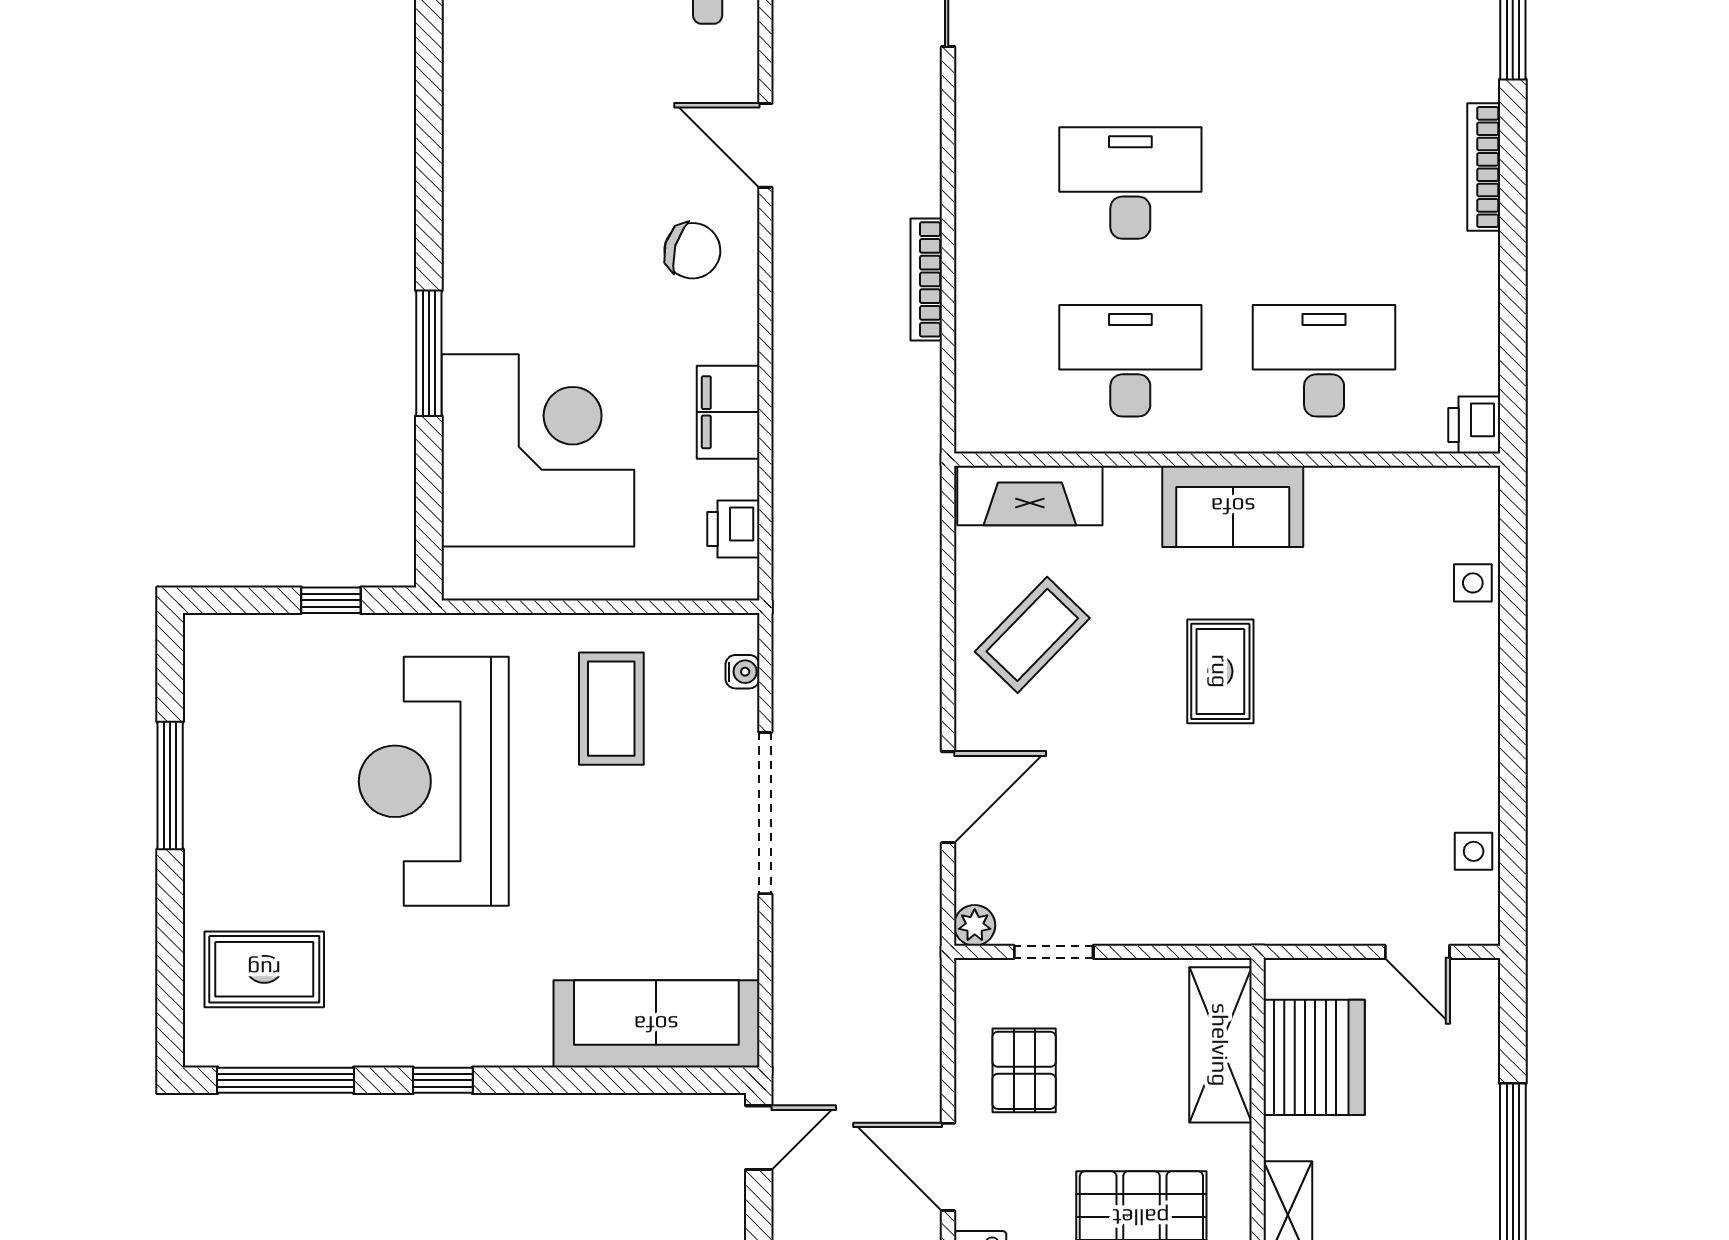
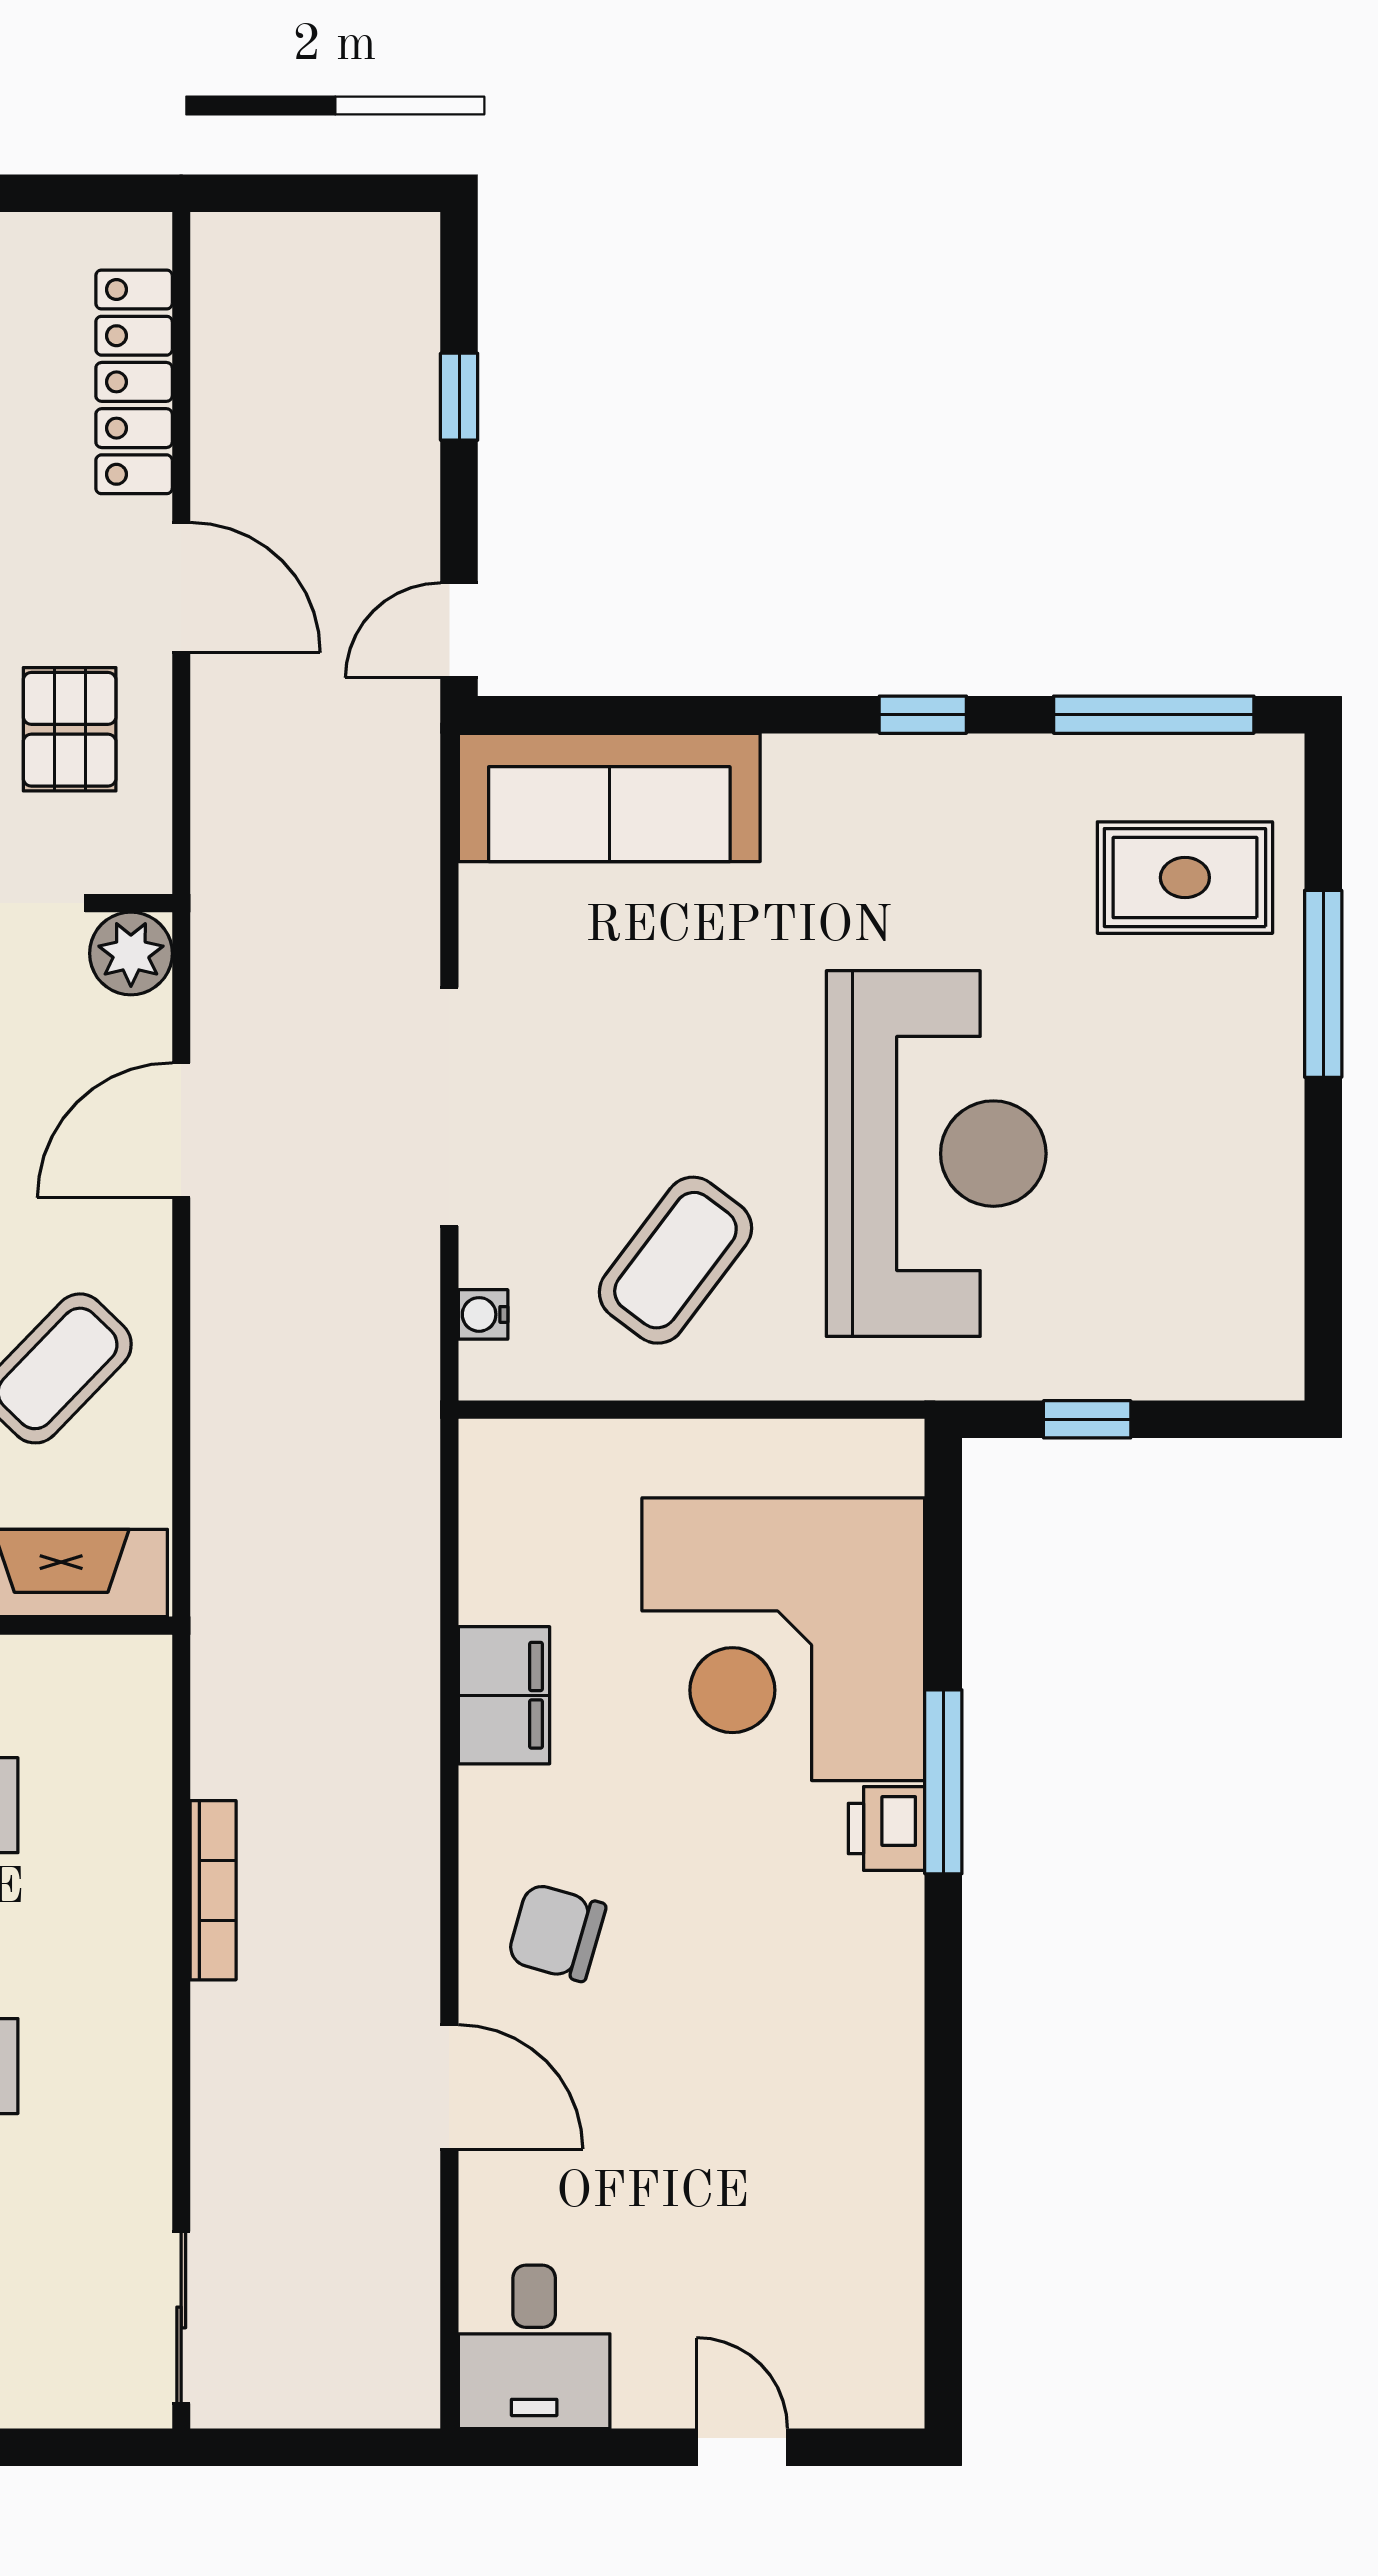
printer: (733, 529) -> (886, 1829), moved, turned 180
coffee table: (611, 709) -> (675, 1260), turned 37
window: (170, 786) -> (1323, 984), moved
plant: (975, 925) -> (131, 953), width x1.38, depth x1.38

